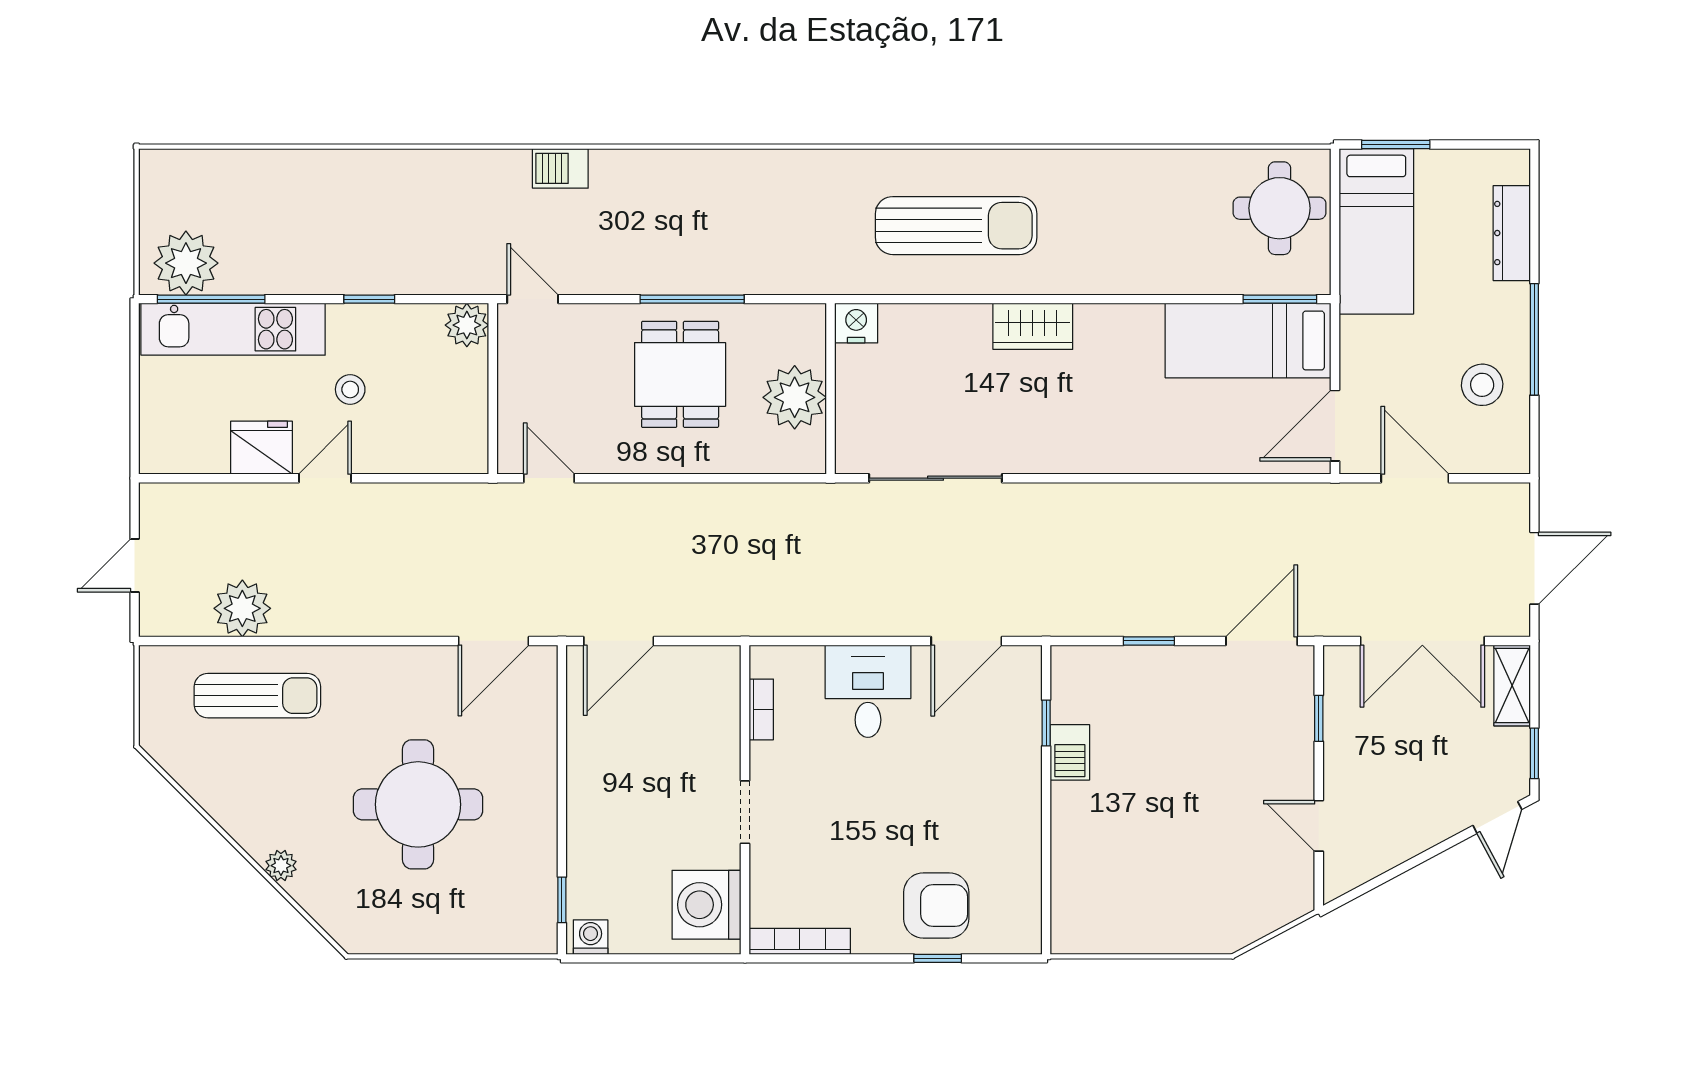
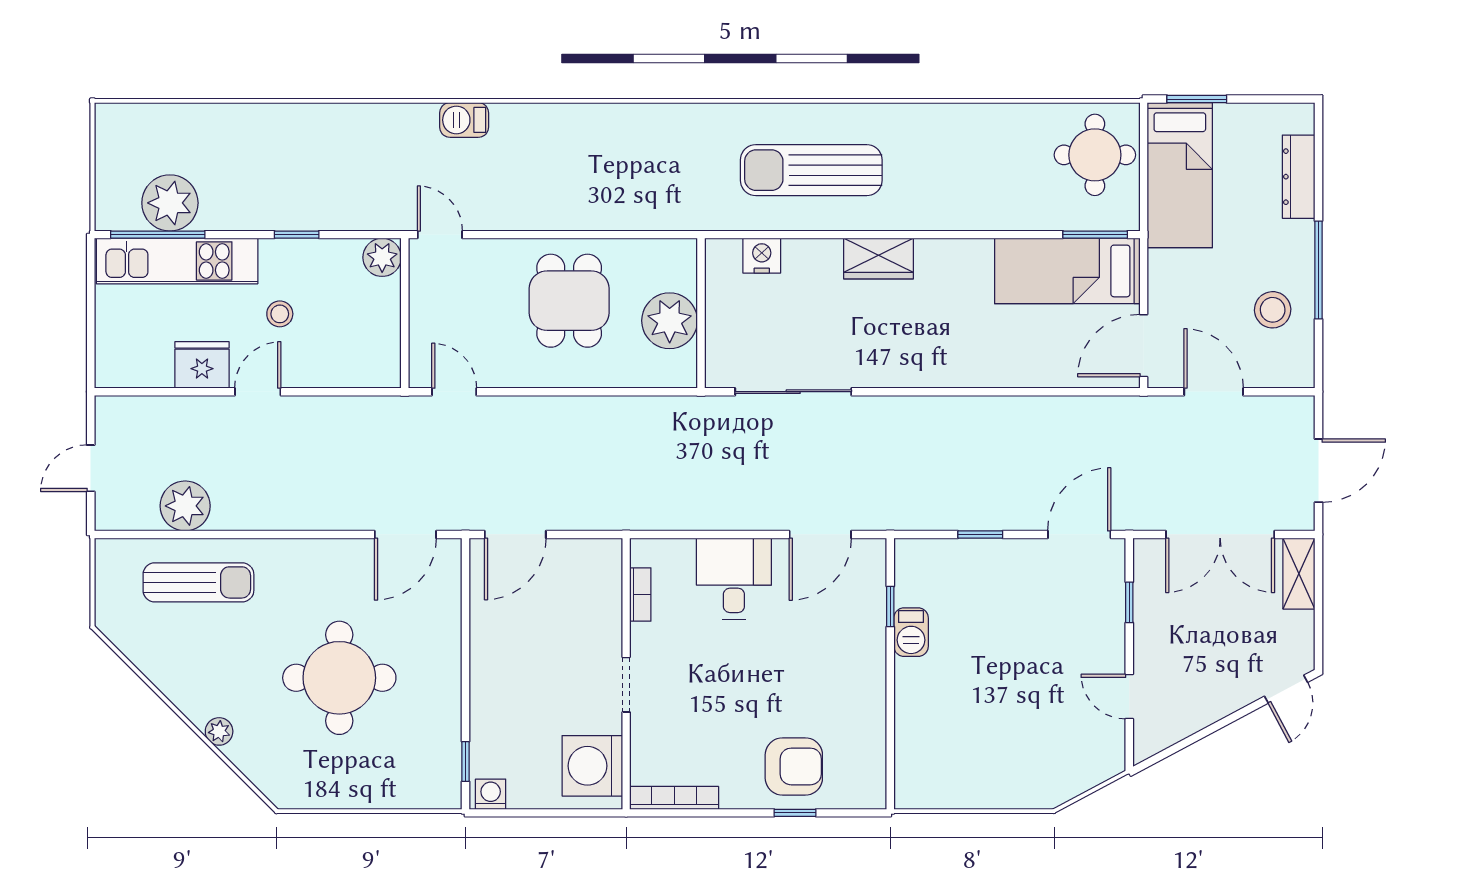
sun lounger: (956, 226) -> (811, 170), turned 180
plant: (186, 263) -> (170, 203), moved
window: (692, 299) -> (580, 235), removed
nightstand: (856, 323) -> (762, 256), moved
window: (1534, 753) -> (1318, 633), removed

